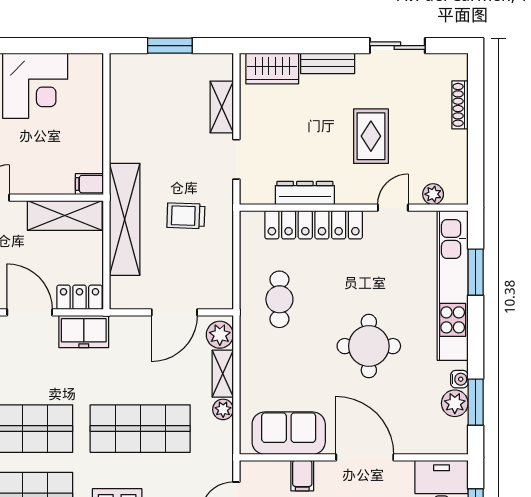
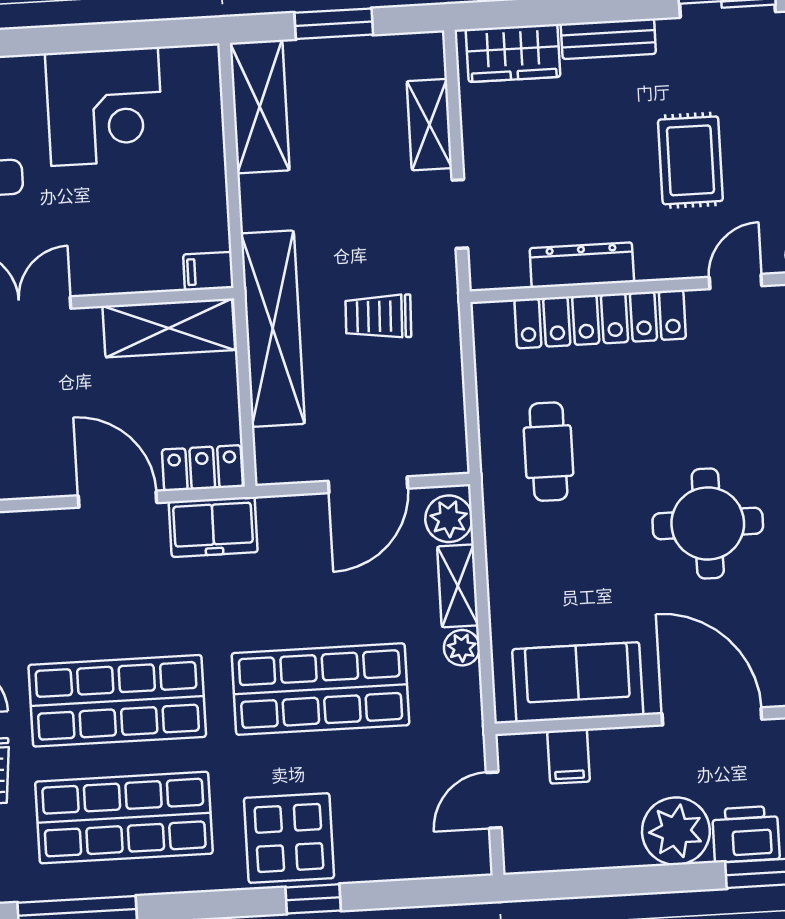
shelving: (125, 91) -> (260, 107), added
filing cabinet: (302, 476) -> (569, 756), moved

